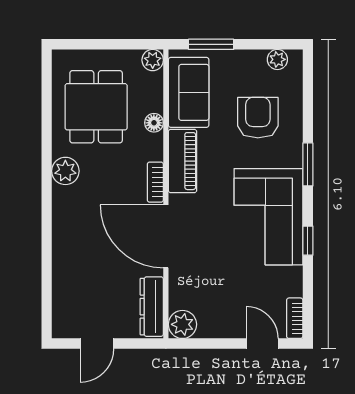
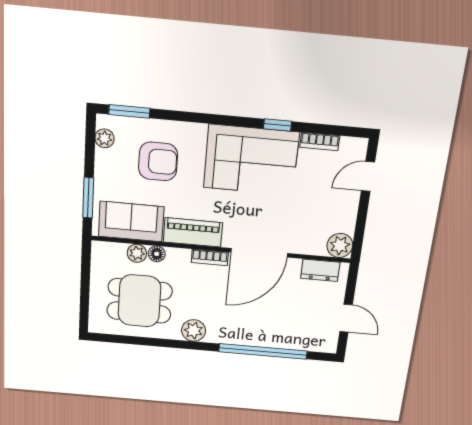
plant: (153, 60) -> (137, 253), moved
armchair: (258, 118) -> (158, 161), turned 180
window: (308, 164) -> (129, 111), moved
window: (47, 253) -> (263, 351), added
dresser: (152, 307) -> (320, 270), width x0.70
bookcase: (295, 318) -> (320, 141), moved

